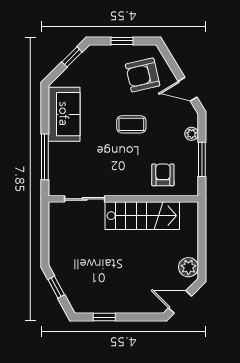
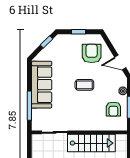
armchair: (143, 75) -> (92, 53), turned 103
sofa: (64, 114) -> (42, 85), width x1.36
armchair: (163, 175) -> (113, 109), moved, turned 180

